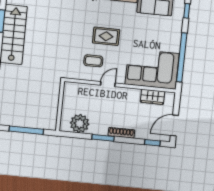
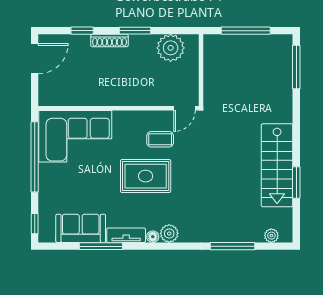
rug: (106, 36) -> (146, 176), width x1.36, depth x1.43
door: (108, 84) -> (185, 108), moved
wardrobe: (152, 97) -> (70, 96), removed
window: (152, 143) -> (82, 31), moved

